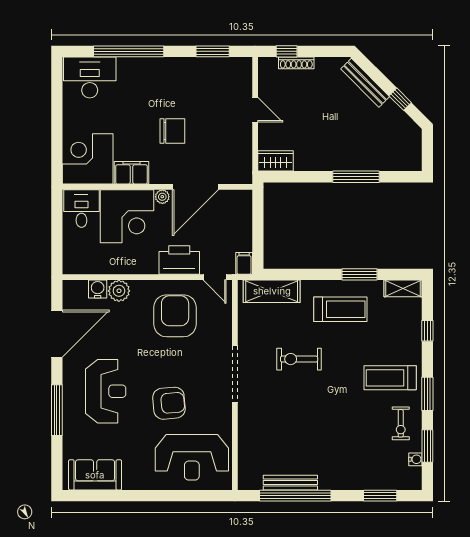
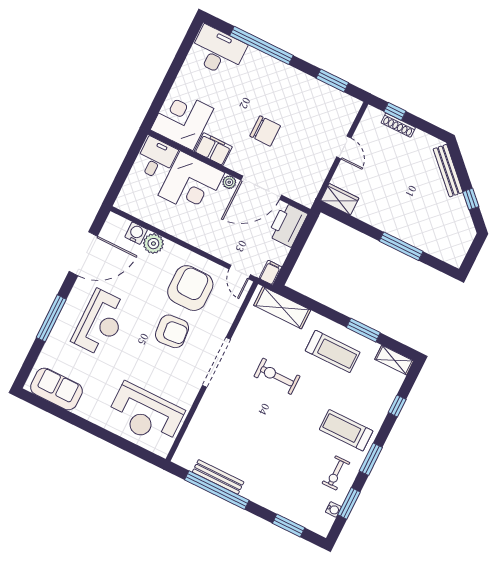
printer: (179, 260) -> (288, 225), moved, turned -90
armchair: (169, 403) -> (172, 331), moved

